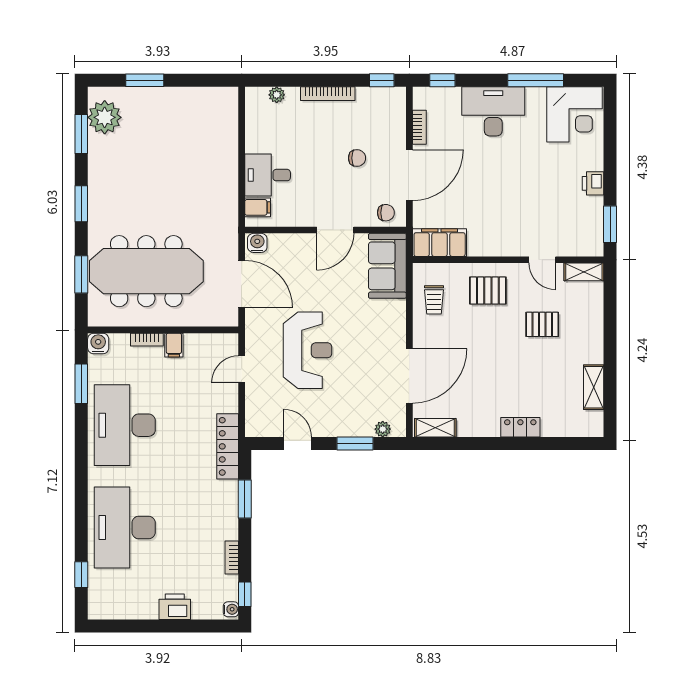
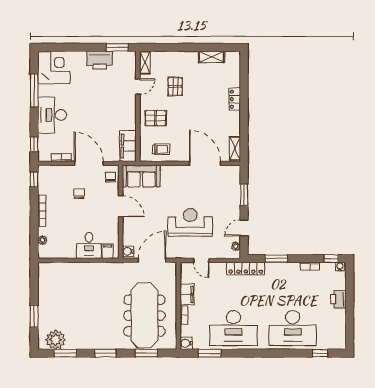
printer: (593, 183) -> (100, 60), width x1.87, depth x1.48
pallet: (488, 291) -> (156, 118), turned 90
filing cabinet: (174, 345) -> (187, 294), width x2.00
plant: (383, 429) -> (236, 246), moved

